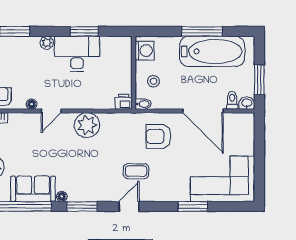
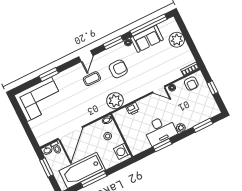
printer: (124, 102) -> (133, 109), moved
door: (51, 111) -> (159, 89), swing flipped
door: (203, 111) -> (70, 133), swing flipped
plant: (87, 125) -> (115, 101), moved
armchair: (159, 136) -> (118, 69), moved

